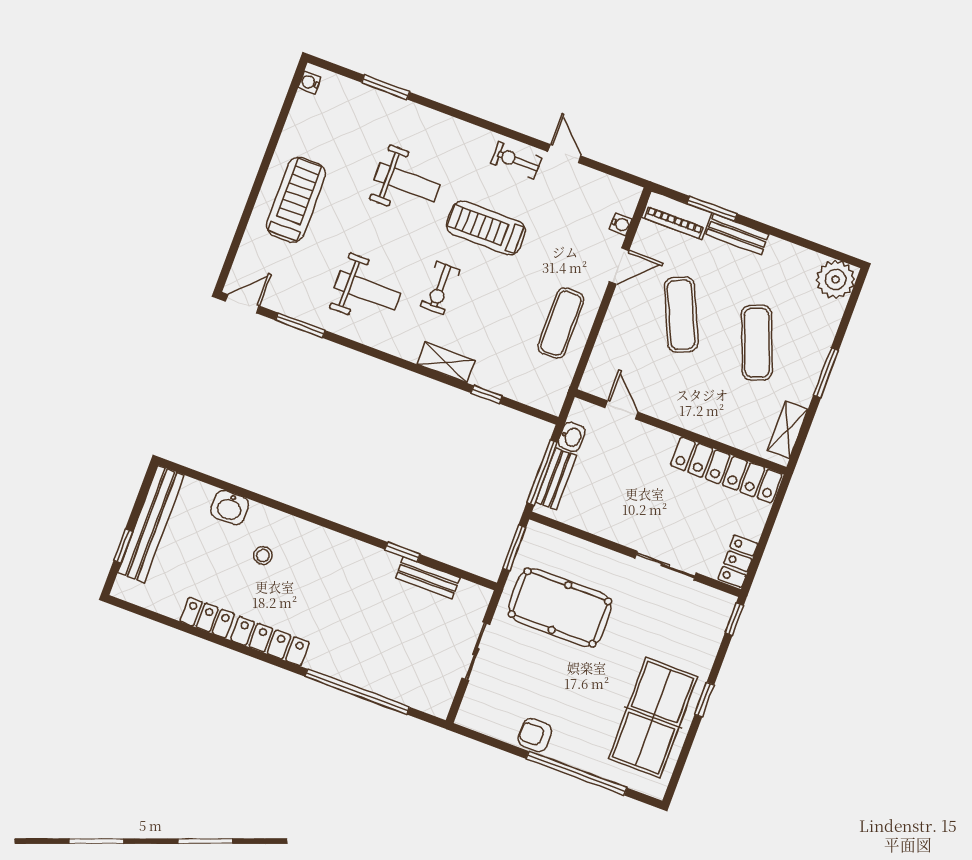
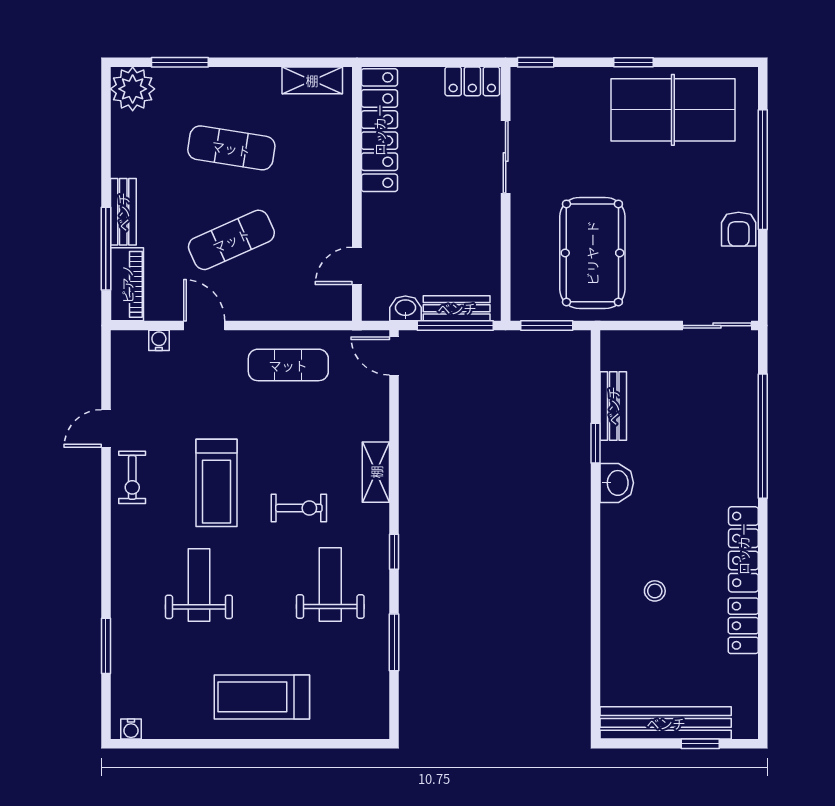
window: (712, 209) -> (106, 249), width x1.44
door: (242, 304) -> (394, 356), moved
exercise mat: (757, 343) -> (231, 148), turned 30
window: (826, 373) -> (180, 62), moved
window: (486, 395) -> (394, 552), moved
washbasin: (230, 507) -> (617, 483), moved
sliding door: (476, 651) -> (717, 326), moved

